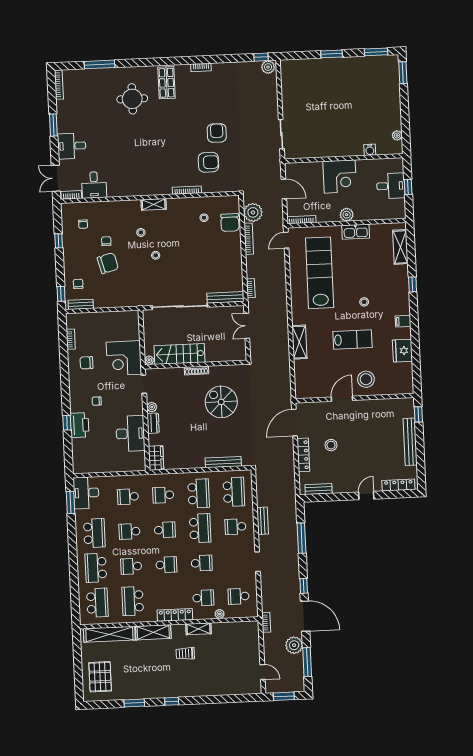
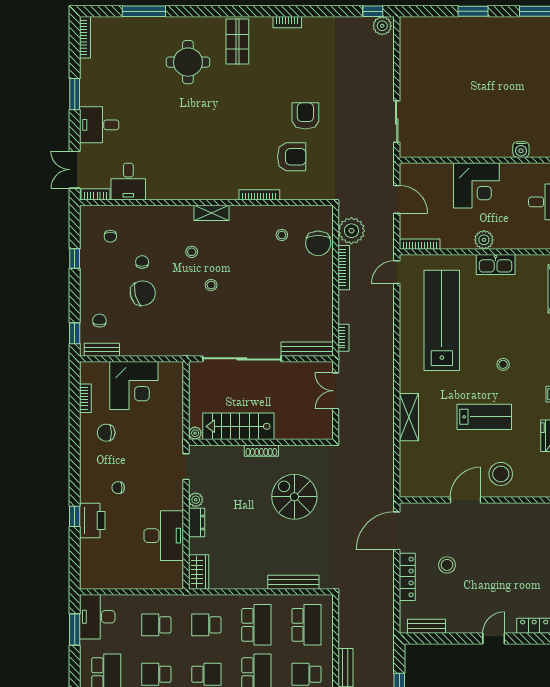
corner desk: (124, 358) -> (134, 386), moved, turned -90

